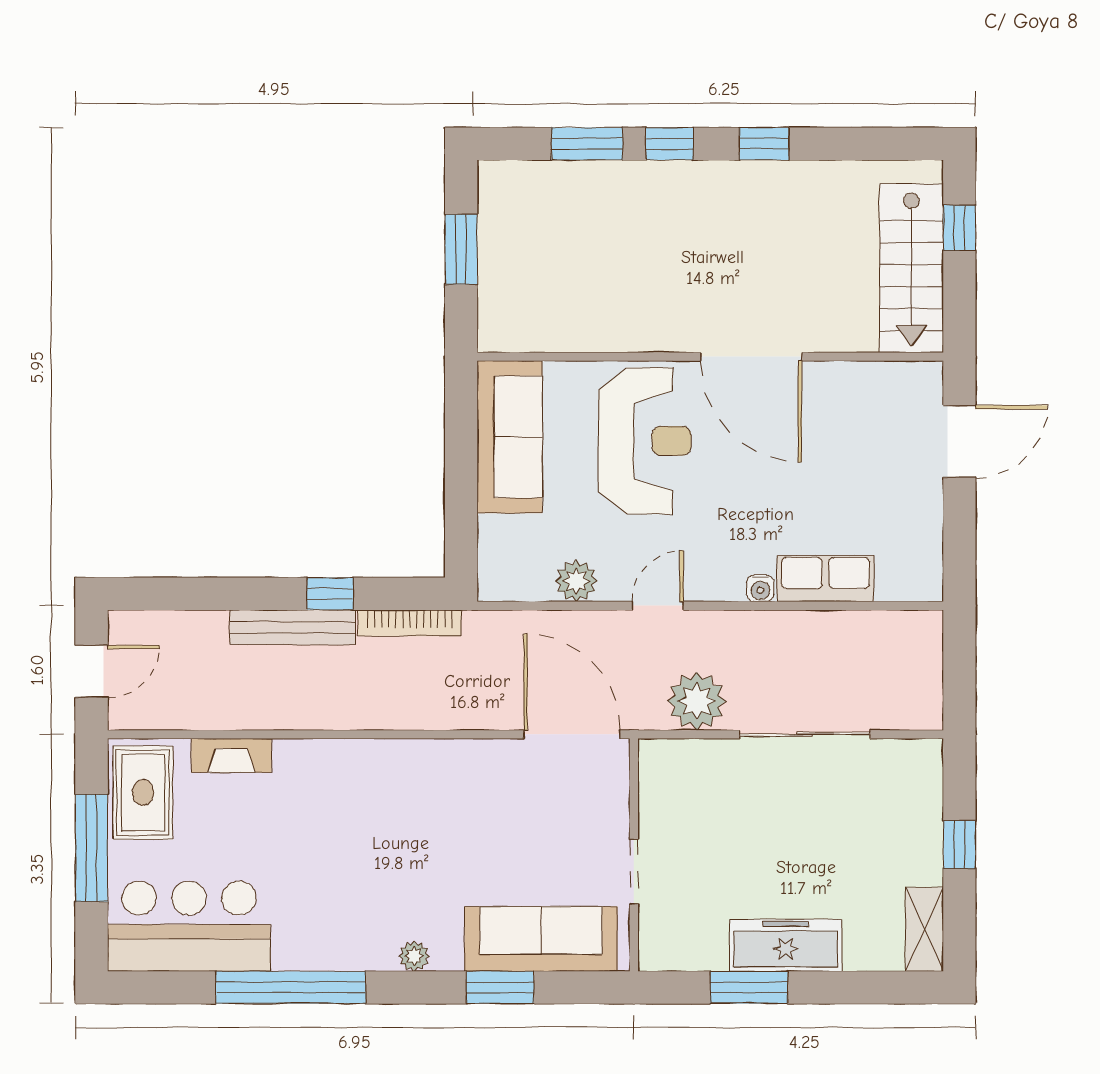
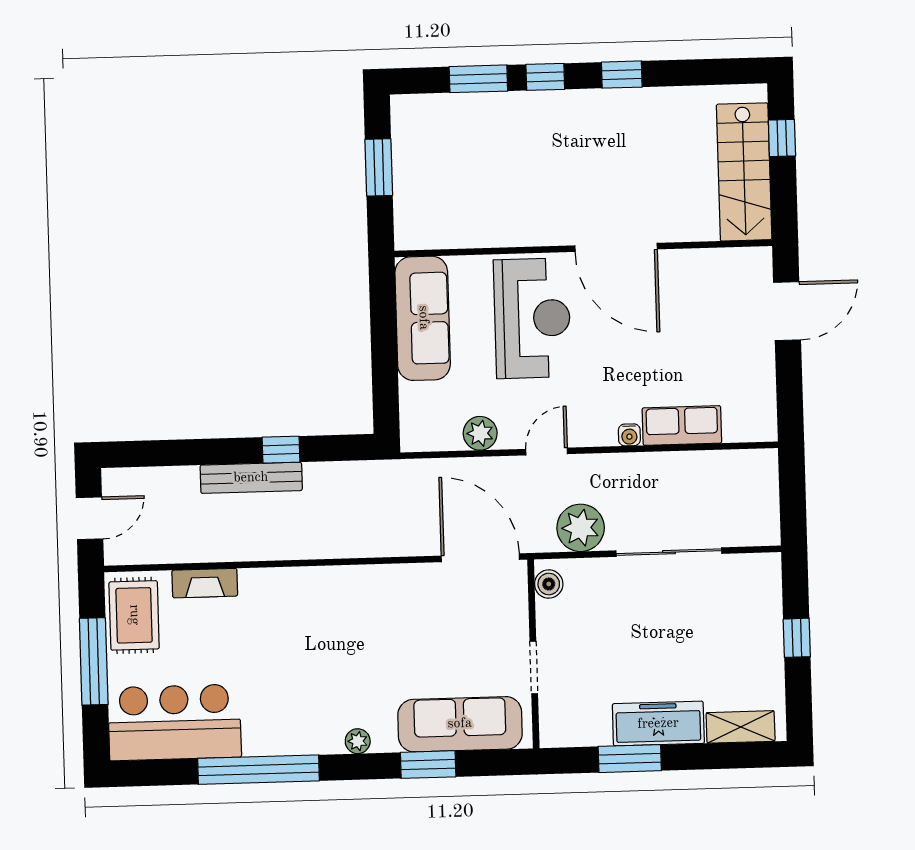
bookcase: (410, 623) -> (346, 471), removed
boiler: (655, 769) -> (549, 584), added
shelving: (924, 929) -> (741, 727), moved, turned 90

